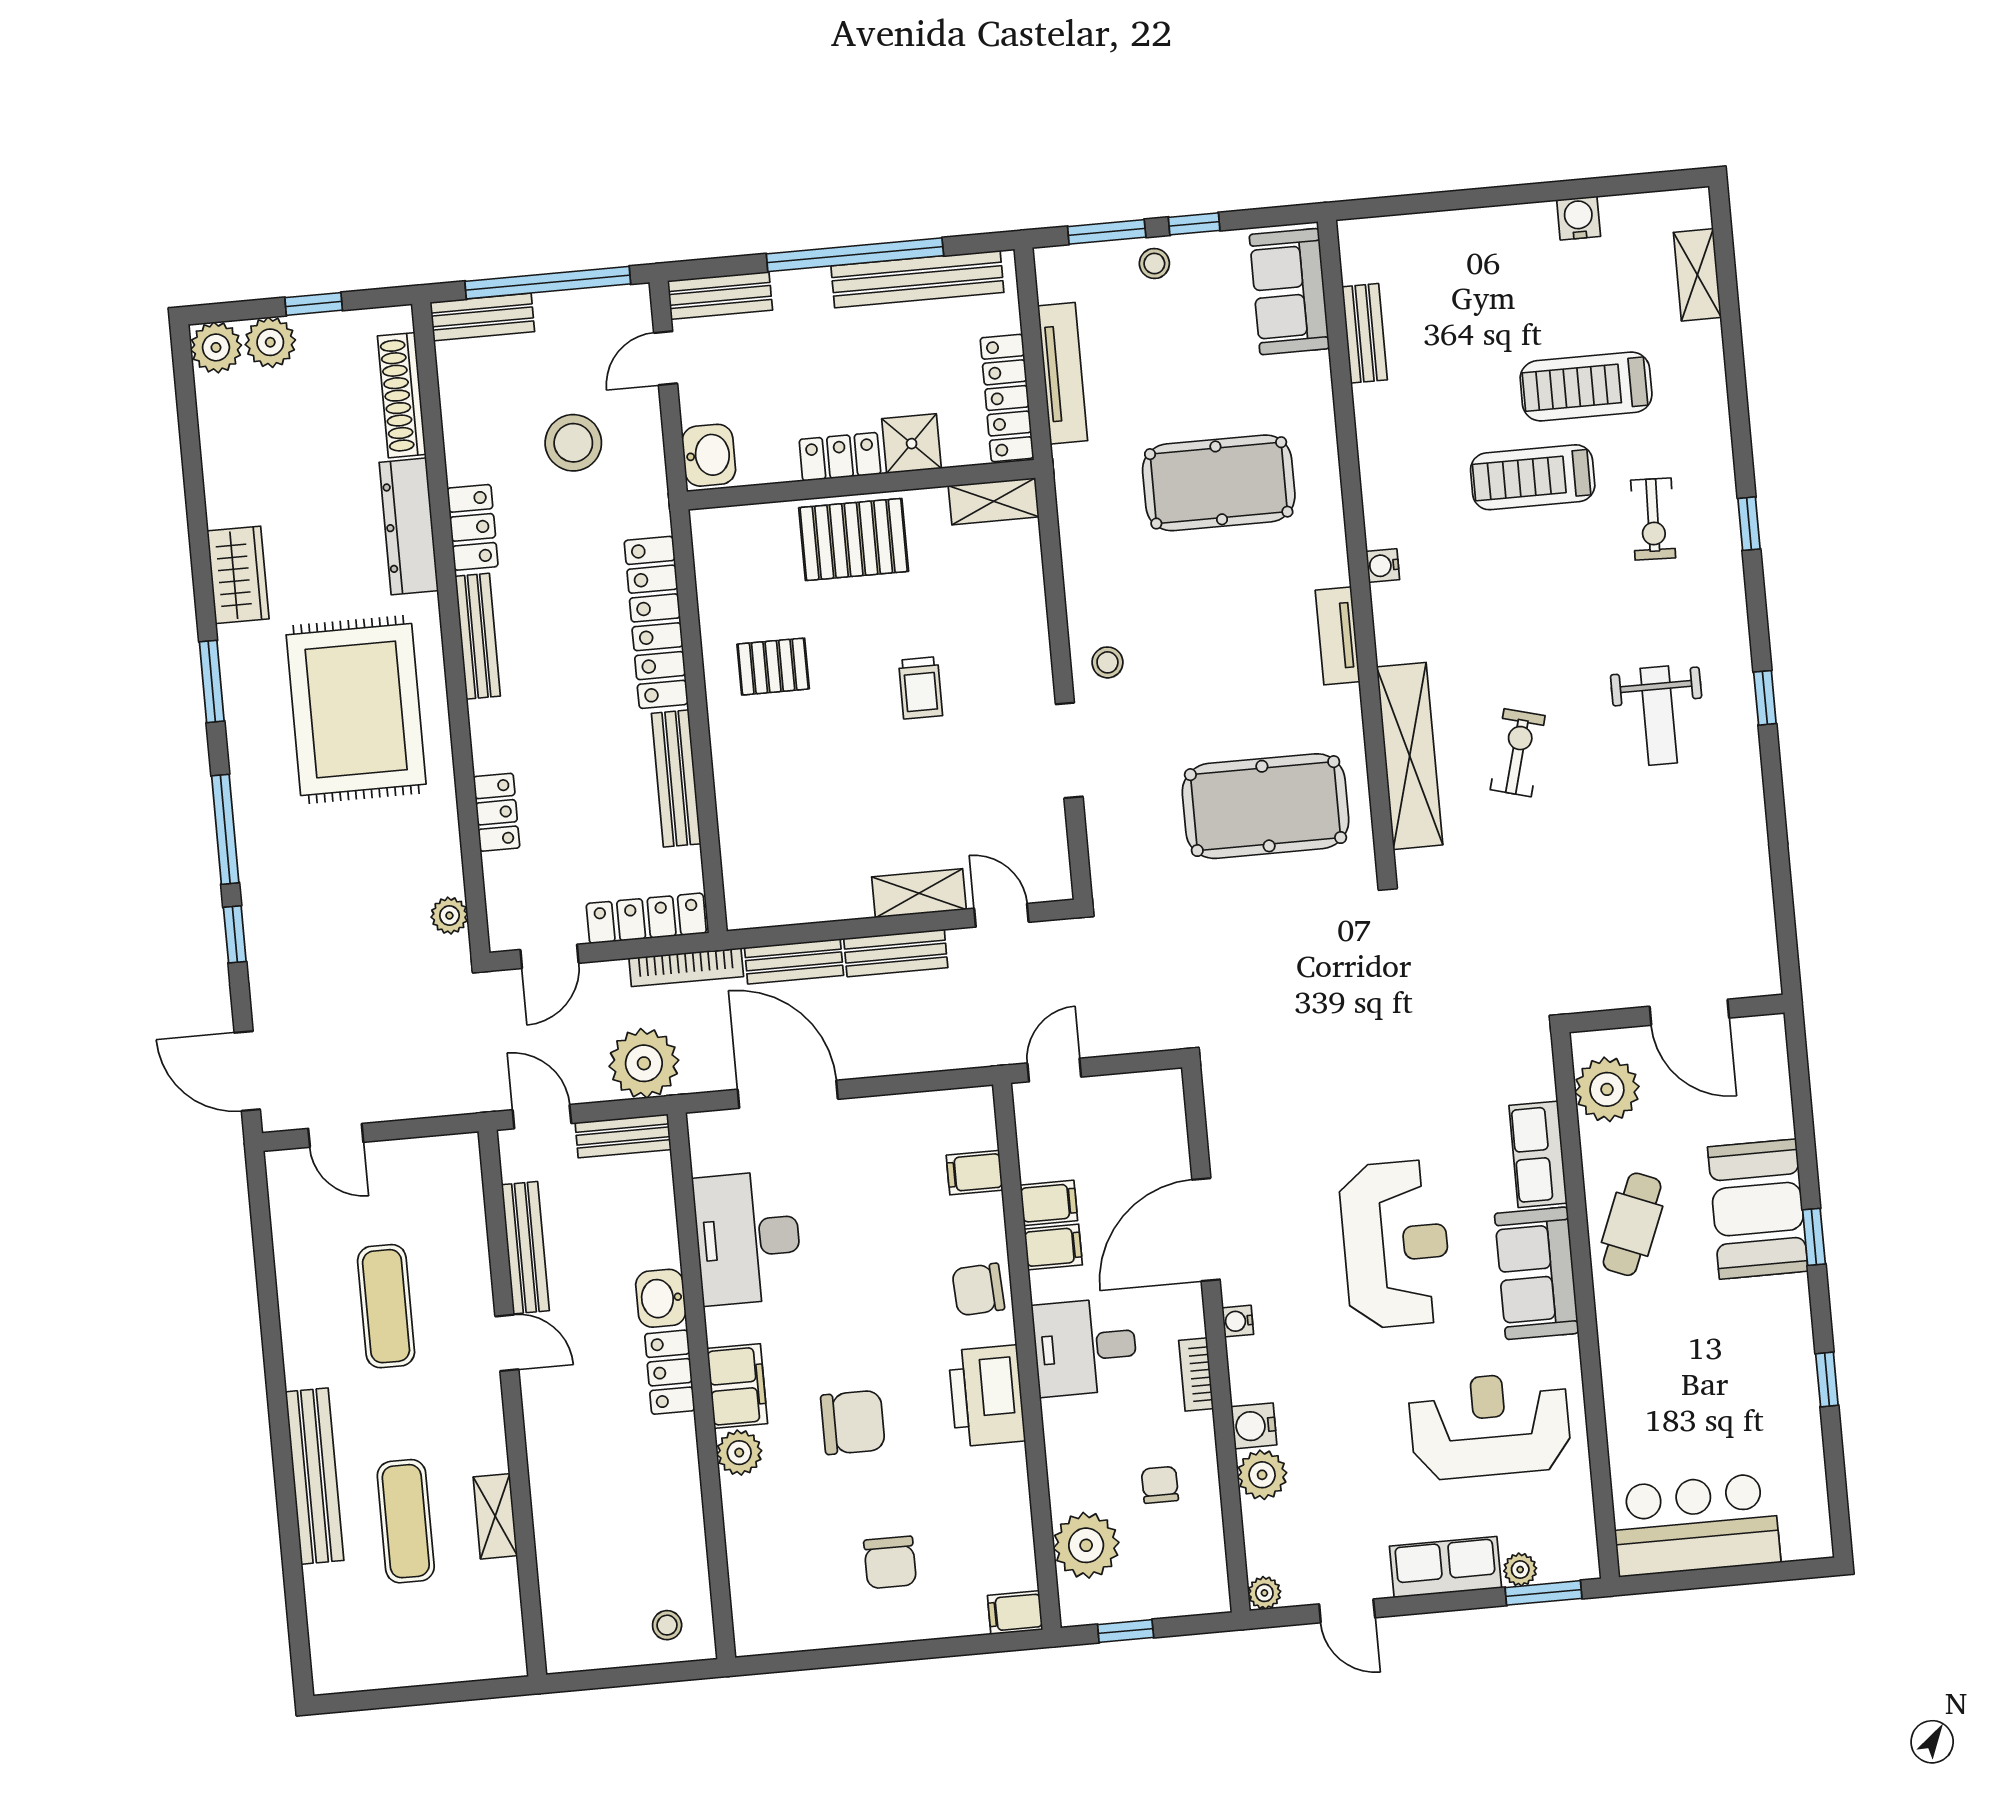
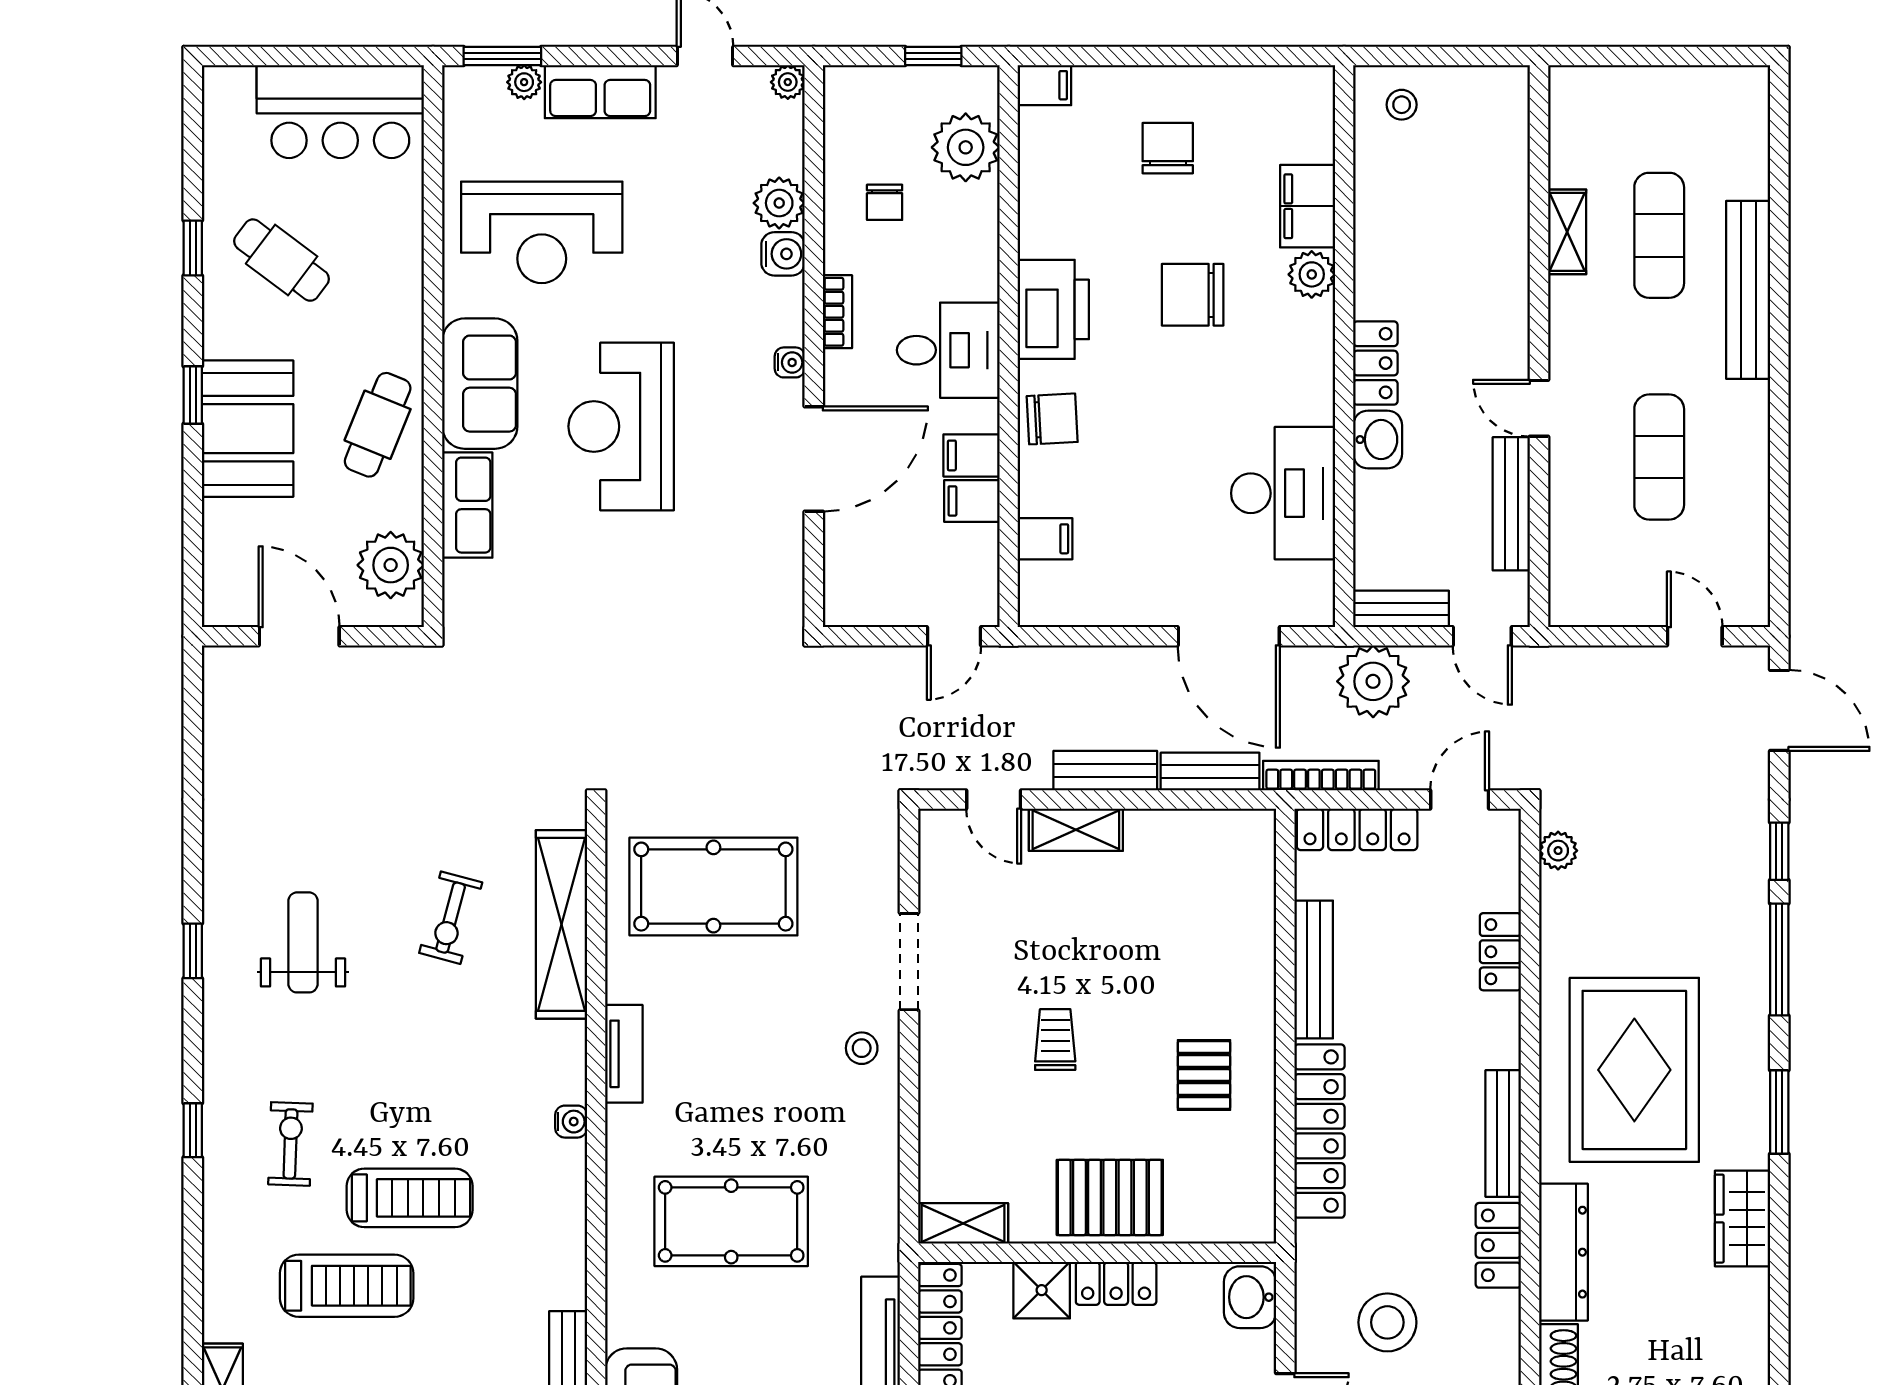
pallet: (773, 667) -> (1204, 1075), turned 90
cafe table: (1740, 1376) -> (282, 260), added
filing cabinet: (737, 1386) -> (1308, 206), moved

